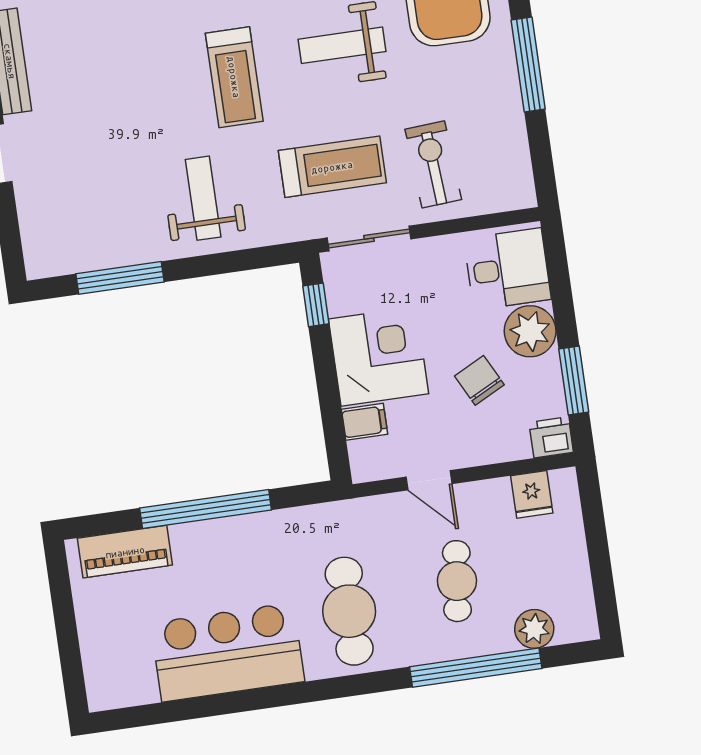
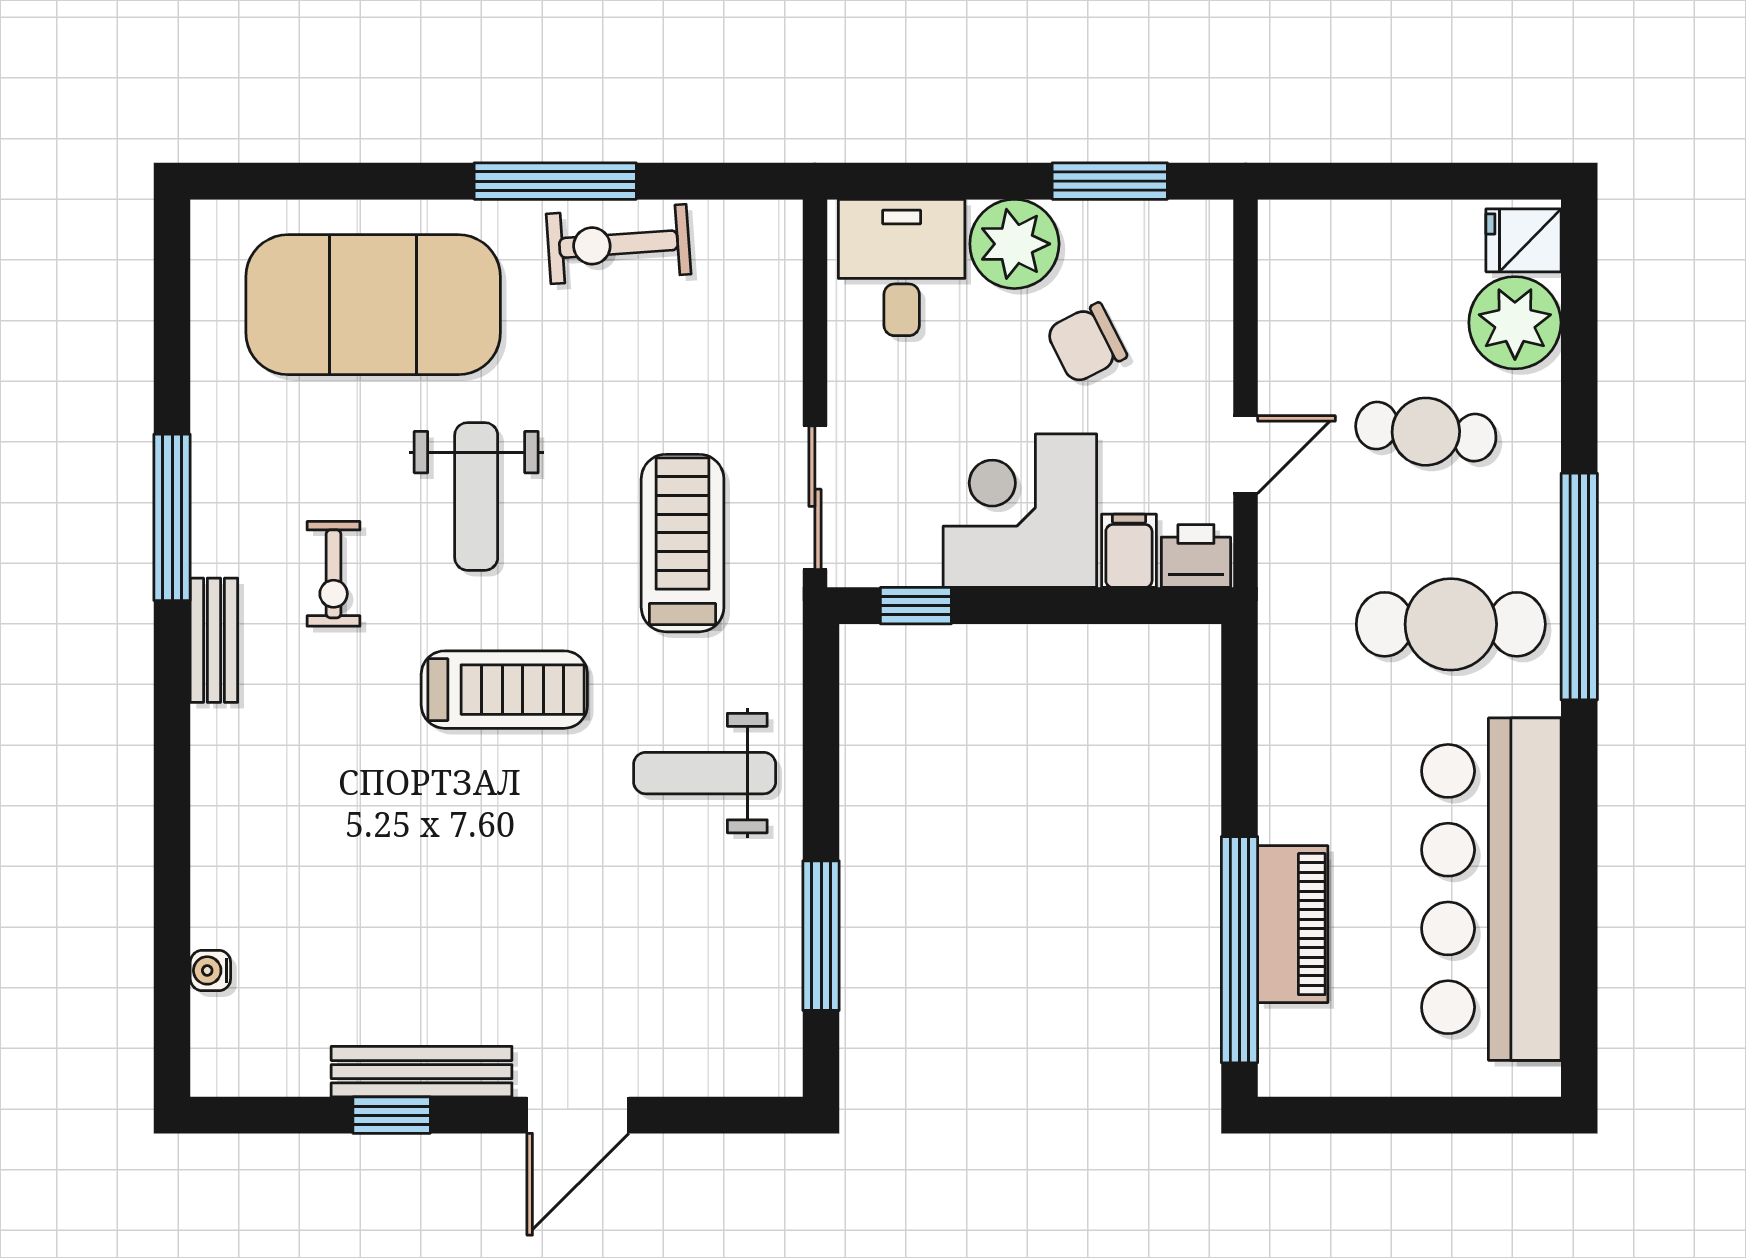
exercise bike: (433, 164) -> (619, 244), moved
printer: (551, 437) -> (1196, 556), moved, turned 90
fridge: (532, 494) -> (1523, 240), moved, turned 180
window: (206, 509) -> (1240, 950), moved
piano: (125, 552) -> (1293, 924), moved
plant: (534, 629) -> (1515, 323), width x1.36, depth x1.36
bar counter: (228, 652) -> (1491, 889), width x1.36
window: (476, 668) -> (1579, 587), moved

